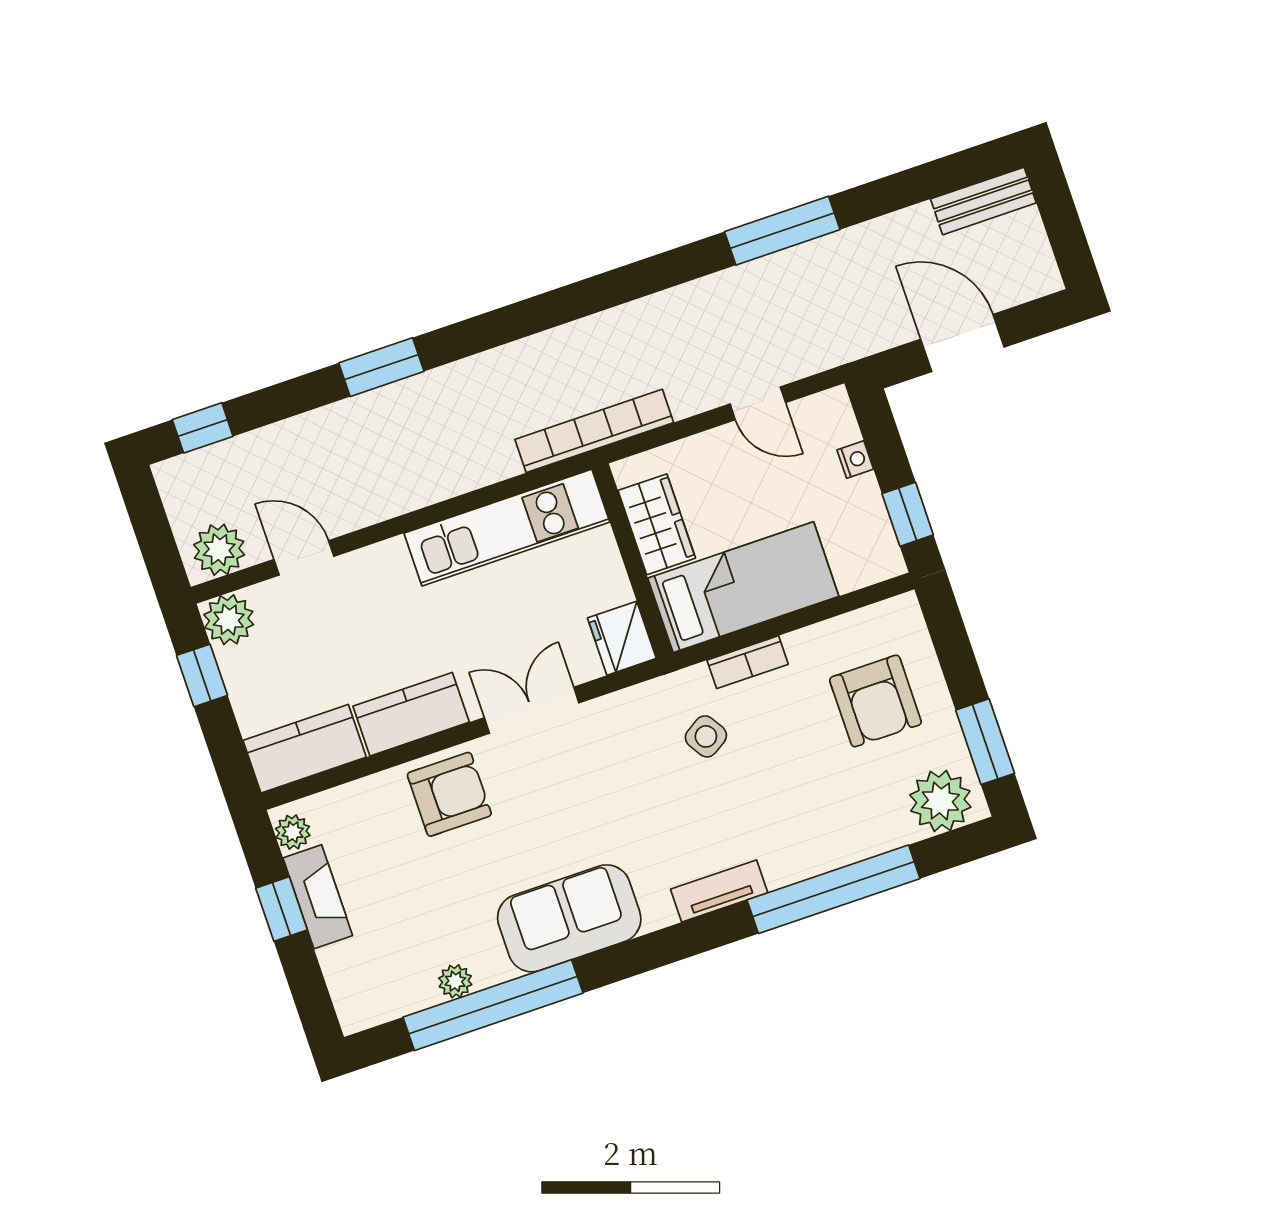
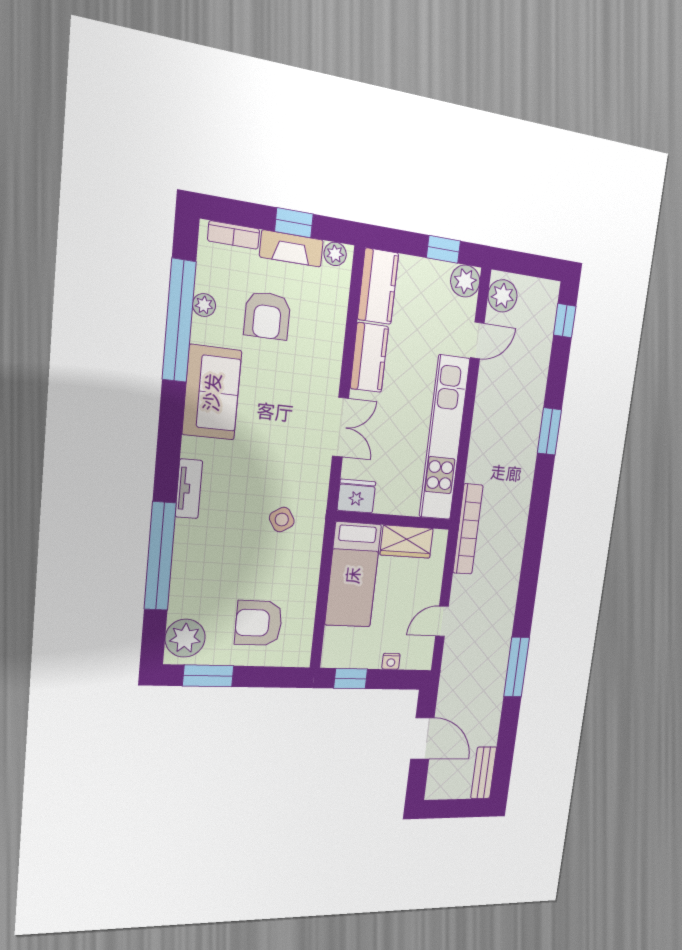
door: (962, 343) -> (422, 738), hinge flipped
kitchen unit: (507, 528) -> (444, 438), width x1.36
bookcase: (748, 662) -> (234, 235), moved, turned -90
armchair: (449, 794) -> (267, 316), moved

